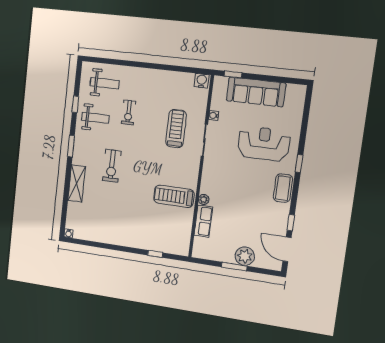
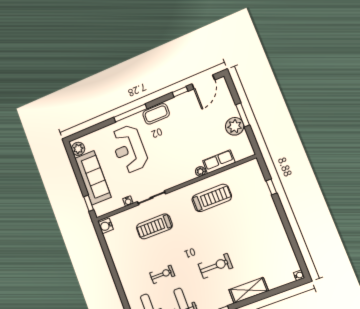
plant: (294, 92) -> (78, 149), added
window: (299, 164) -> (130, 113), width x2.17
treadmill: (174, 196) -> (212, 198), turned -90
plant: (245, 256) -> (235, 126), moved

